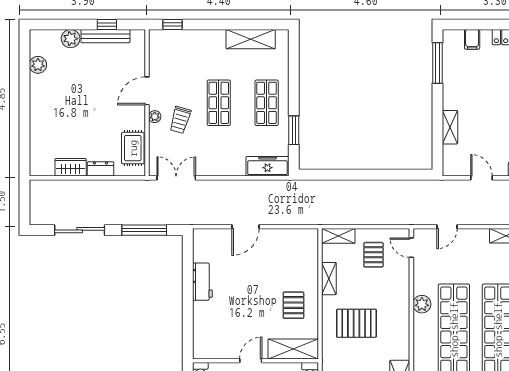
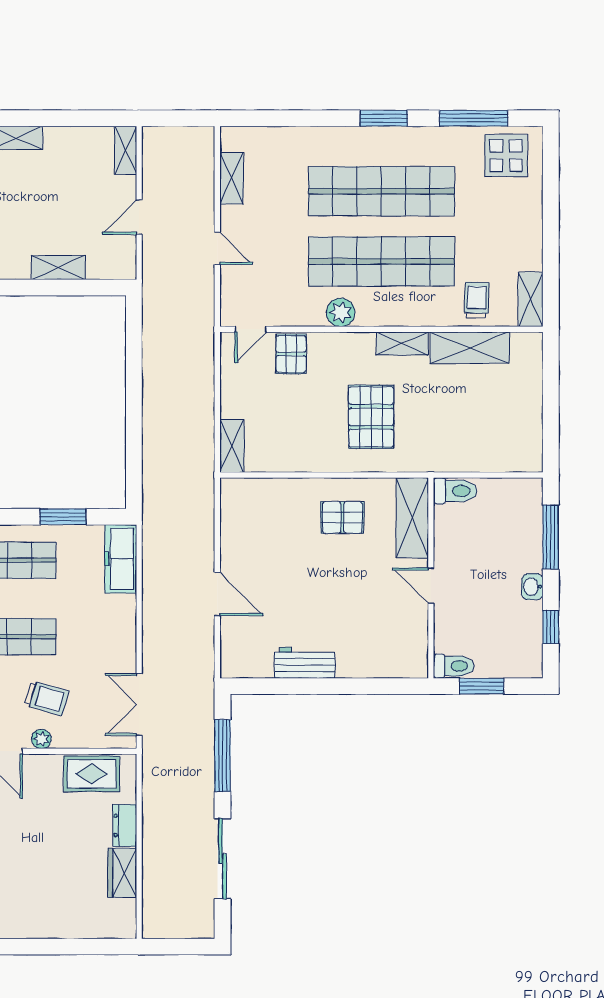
door: (447, 227) -> (217, 248), moved
pallet: (373, 255) -> (291, 354), moved, turned 90
shelving: (329, 279) -> (402, 343), moved

